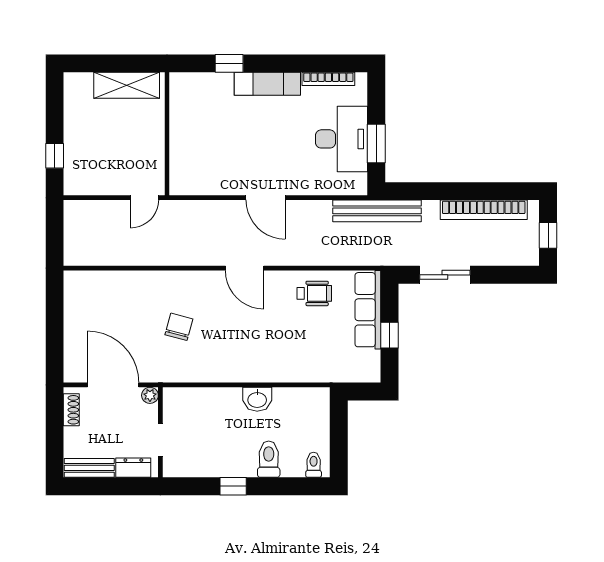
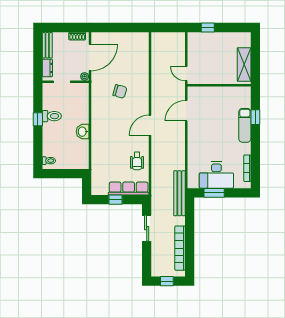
exam couch: (267, 84) -> (245, 125), moved
door: (266, 198) -> (186, 111), moved
toilet: (269, 459) -> (52, 116), moved

